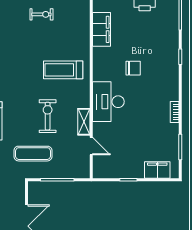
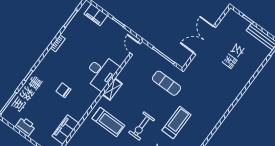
desk: (108, 102) -> (101, 72), moved
exercise bike: (48, 116) -> (142, 126), moved
shelving: (84, 122) -> (112, 89), moved
door: (91, 146) -> (135, 48), moved

